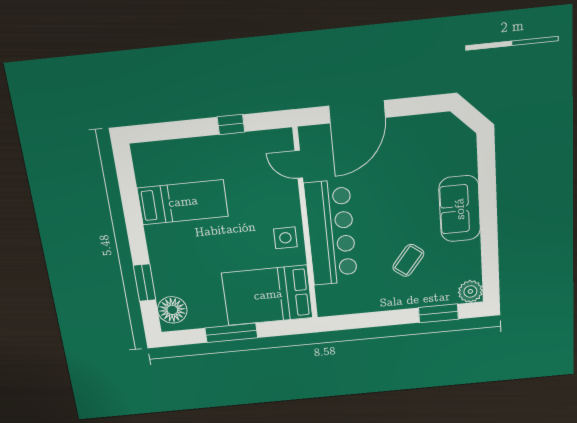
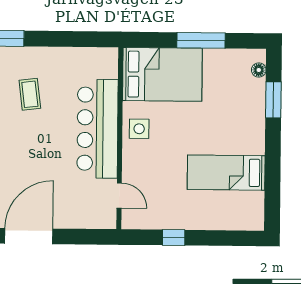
door: (357, 112) -> (29, 236), moved
coffee table: (408, 260) -> (30, 94), turned -45
floor lamp: (172, 310) -> (259, 70), width x0.53, depth x0.53

